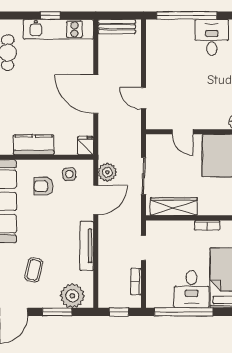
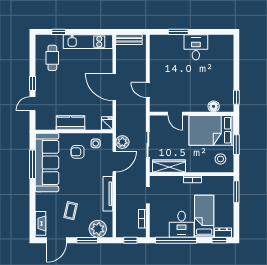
window: (50, 15) -> (59, 32), moved
window: (187, 15) -> (178, 32), width x0.47

